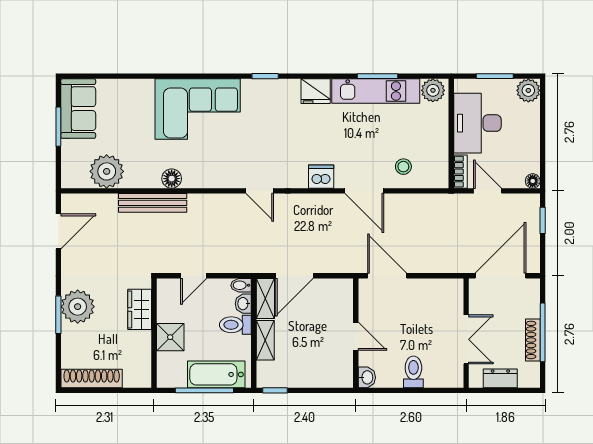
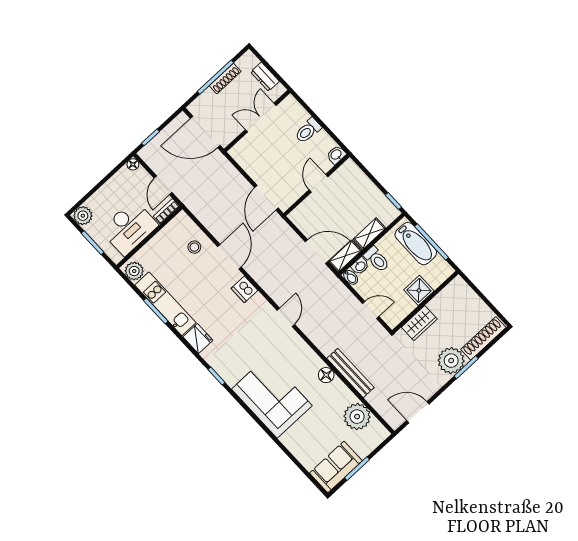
shoe rack: (92, 378) -> (483, 338), moved, turned 90

